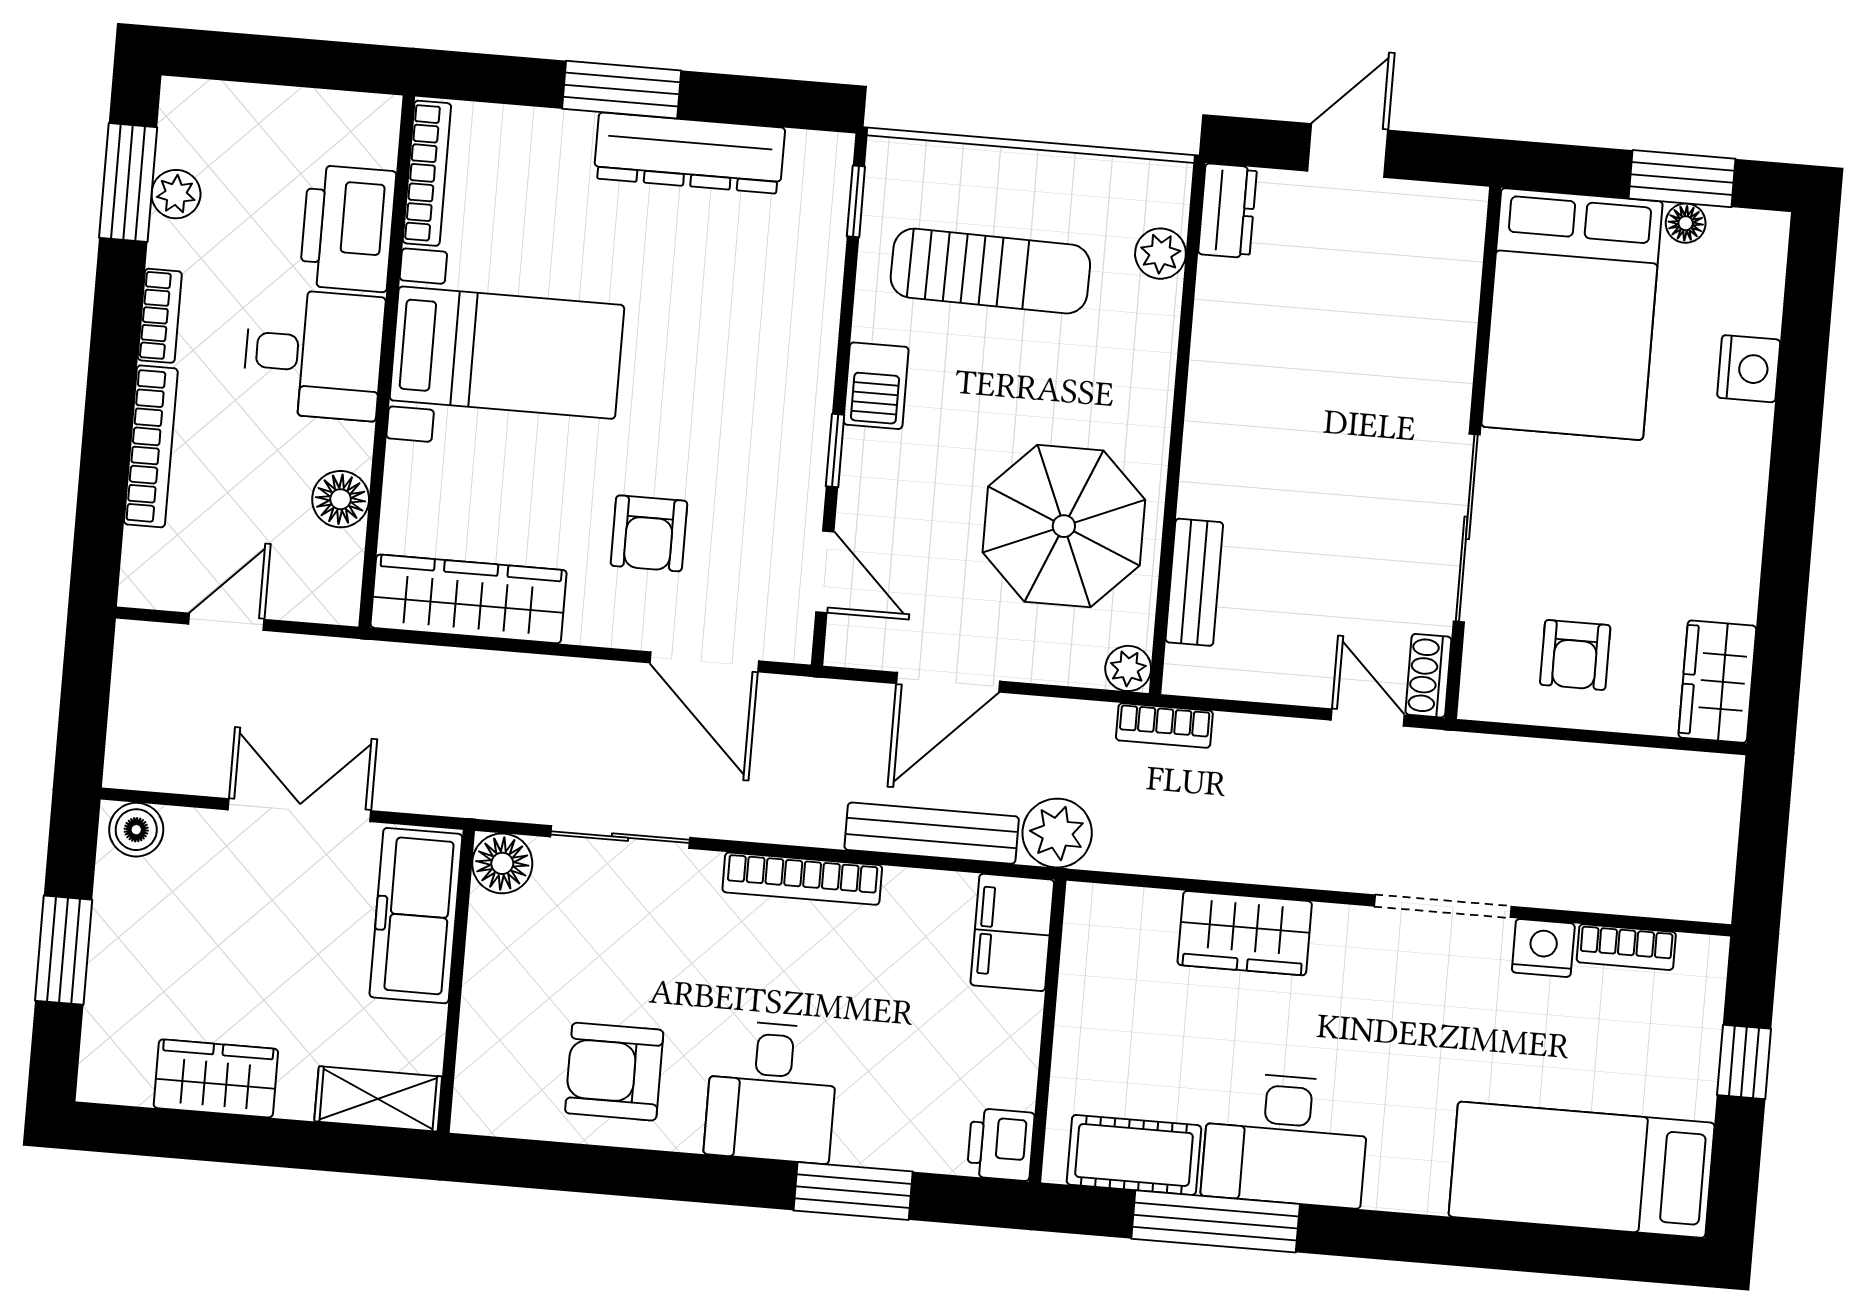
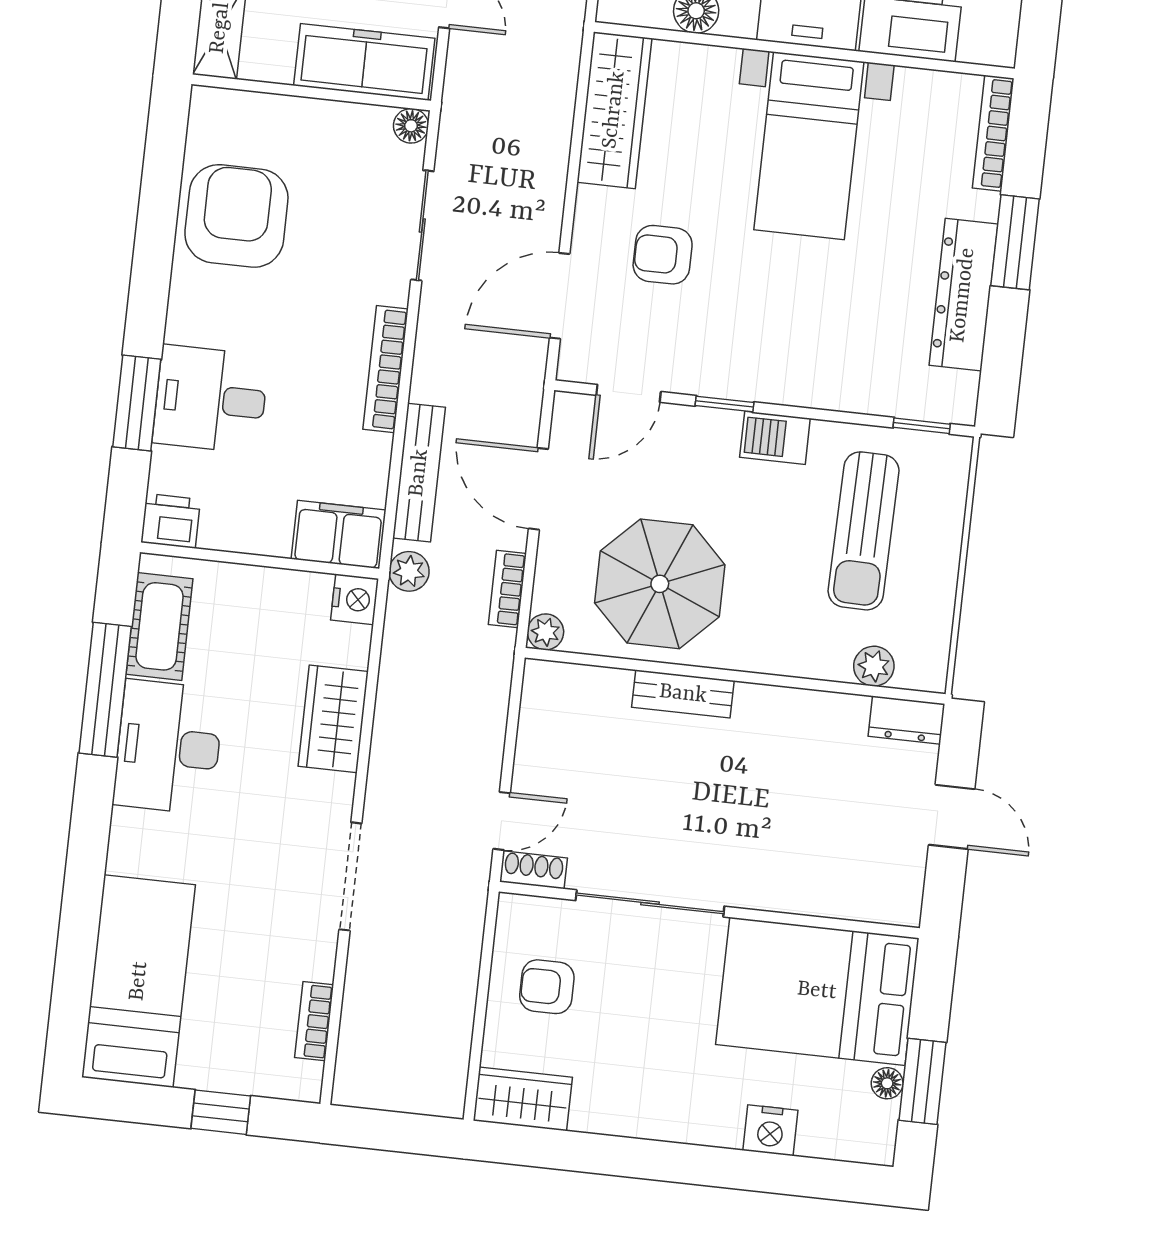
bookcase: (427, 173) -> (993, 133), moved, turned 90
bench: (1194, 582) -> (683, 694), moved
bookcase: (1164, 725) -> (507, 589), moved
plant: (1057, 833) -> (409, 571), width x0.73, depth x0.73
floor lamp: (502, 863) -> (411, 126), width x0.73, depth x0.73
nightstand: (1543, 948) -> (355, 599), moved
armchair: (614, 1072) -> (236, 216), width x1.36, depth x1.36
desk: (772, 1092) -> (211, 399), moved

